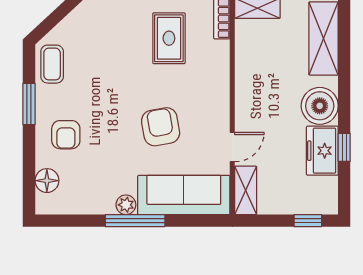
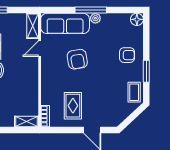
armchair: (66, 135) -> (127, 55), turned 90
floor lamp: (47, 181) -> (137, 19), moved

